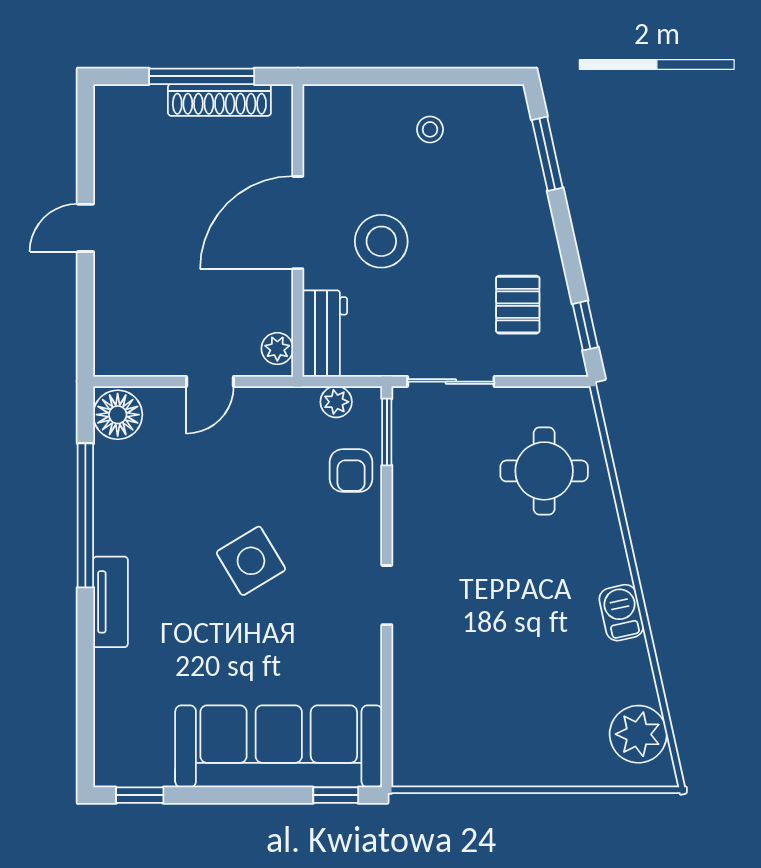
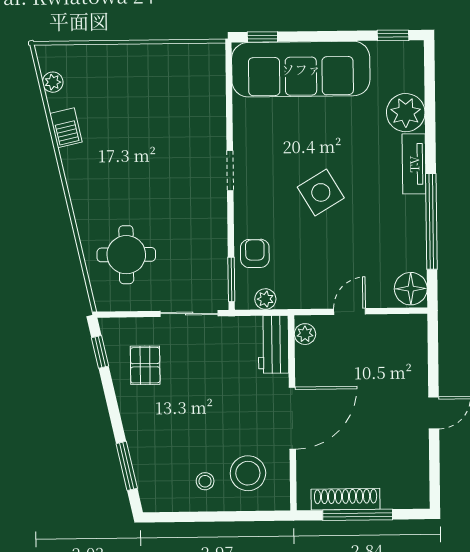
stool: (381, 241) -> (248, 473), moved
barbecue: (621, 613) -> (66, 128), moved
plant: (122, 679) -> (406, 113), added
plant: (638, 734) -> (53, 82), width x0.53, depth x0.53

